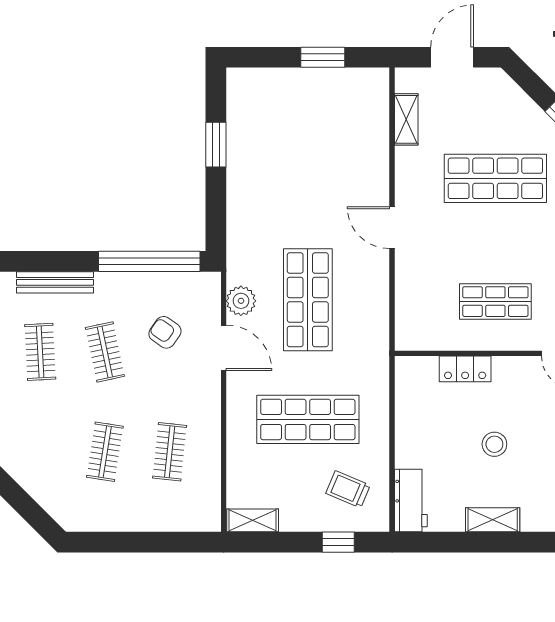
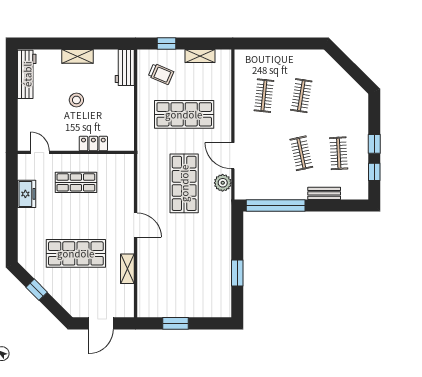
shelving: (406, 119) -> (127, 269), moved
bench: (55, 282) -> (324, 193), width x0.73
armchair: (165, 332) -> (267, 165), removed
shelving: (253, 520) -> (200, 56), moved

